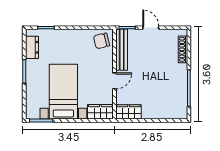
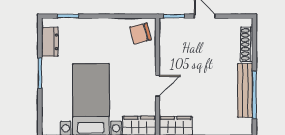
bench: (122, 50) -> (245, 90), moved

